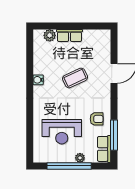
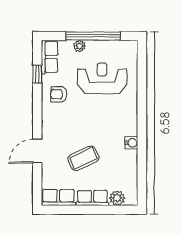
row of seats: (97, 36) -> (58, 197), added
coffee table: (75, 78) -> (83, 158), moved
window: (114, 135) -> (37, 74), width x0.46

